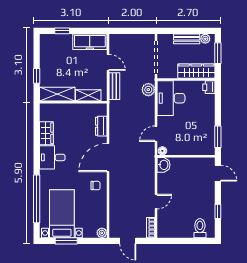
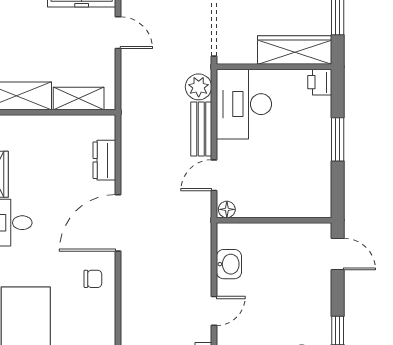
bench: (114, 86) -> (201, 129), moved
window: (218, 137) -> (338, 139), moved
washbasin: (164, 165) -> (229, 264), moved

